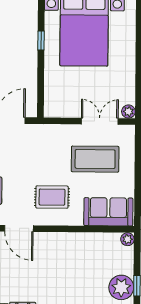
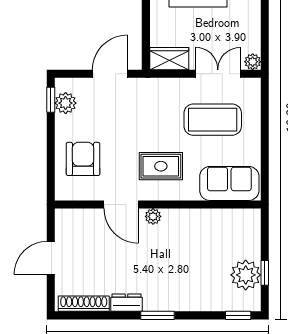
wardrobe: (60, 108) -> (169, 59), added
plant: (127, 239) -> (153, 216), moved

